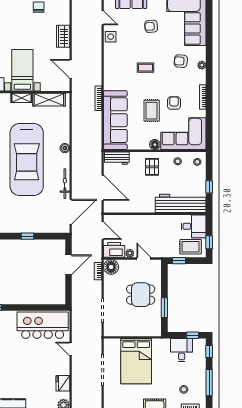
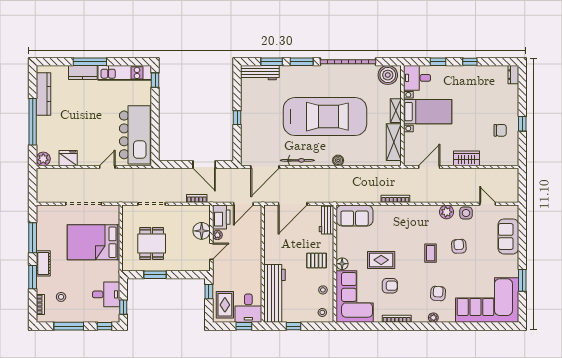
door: (103, 18) -> (488, 204), swing flipped
armchair: (151, 26) -> (459, 246), moved
plant: (110, 54) -> (446, 212), added
sofa: (115, 120) -> (355, 216), width x0.54, depth x0.79
car: (27, 160) -> (325, 117), turned 180
door: (71, 212) -> (265, 167), hinge flipped
window: (209, 242) -> (244, 326), moved
floor lamp: (111, 267) -> (202, 231), moved
dining table: (141, 295) -> (152, 243), moved

